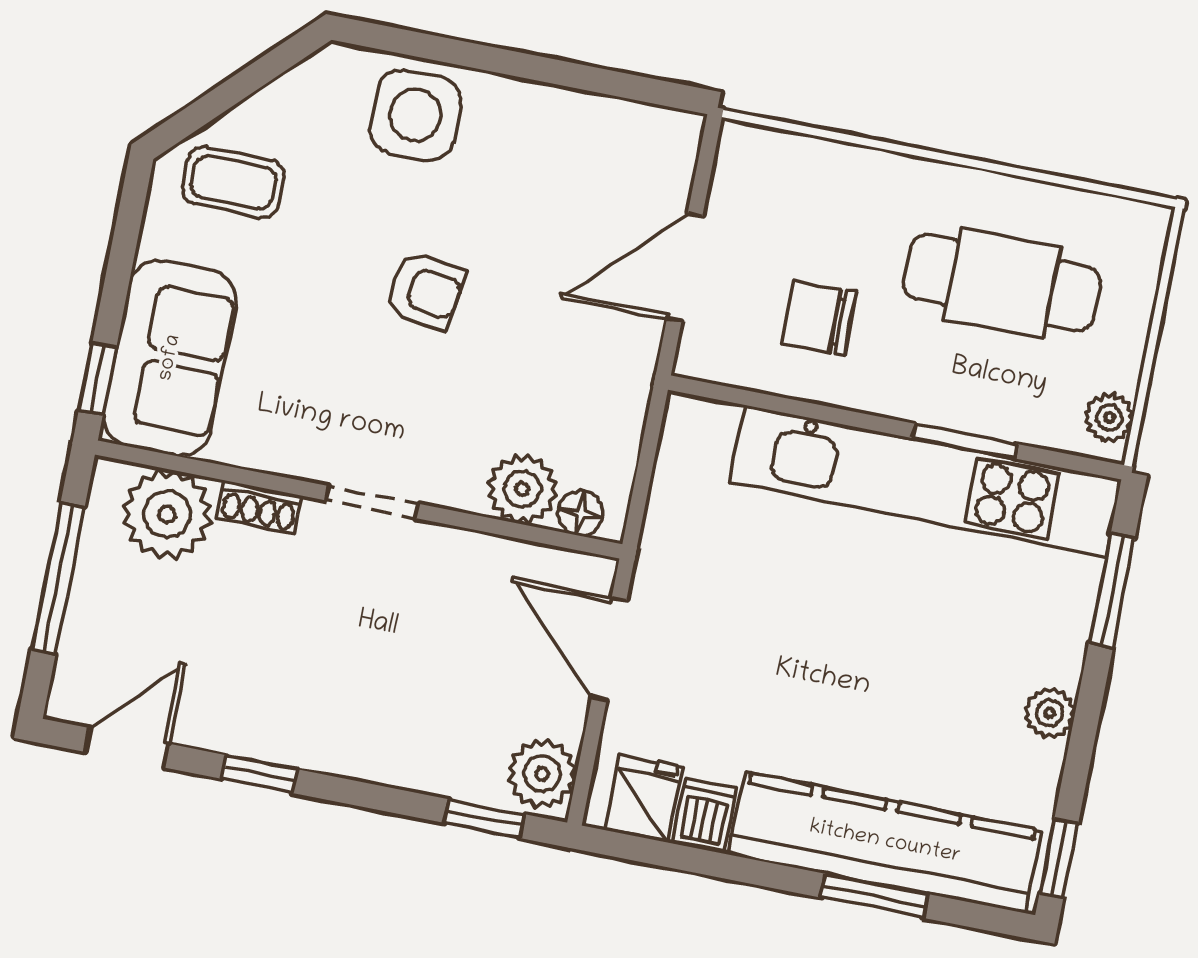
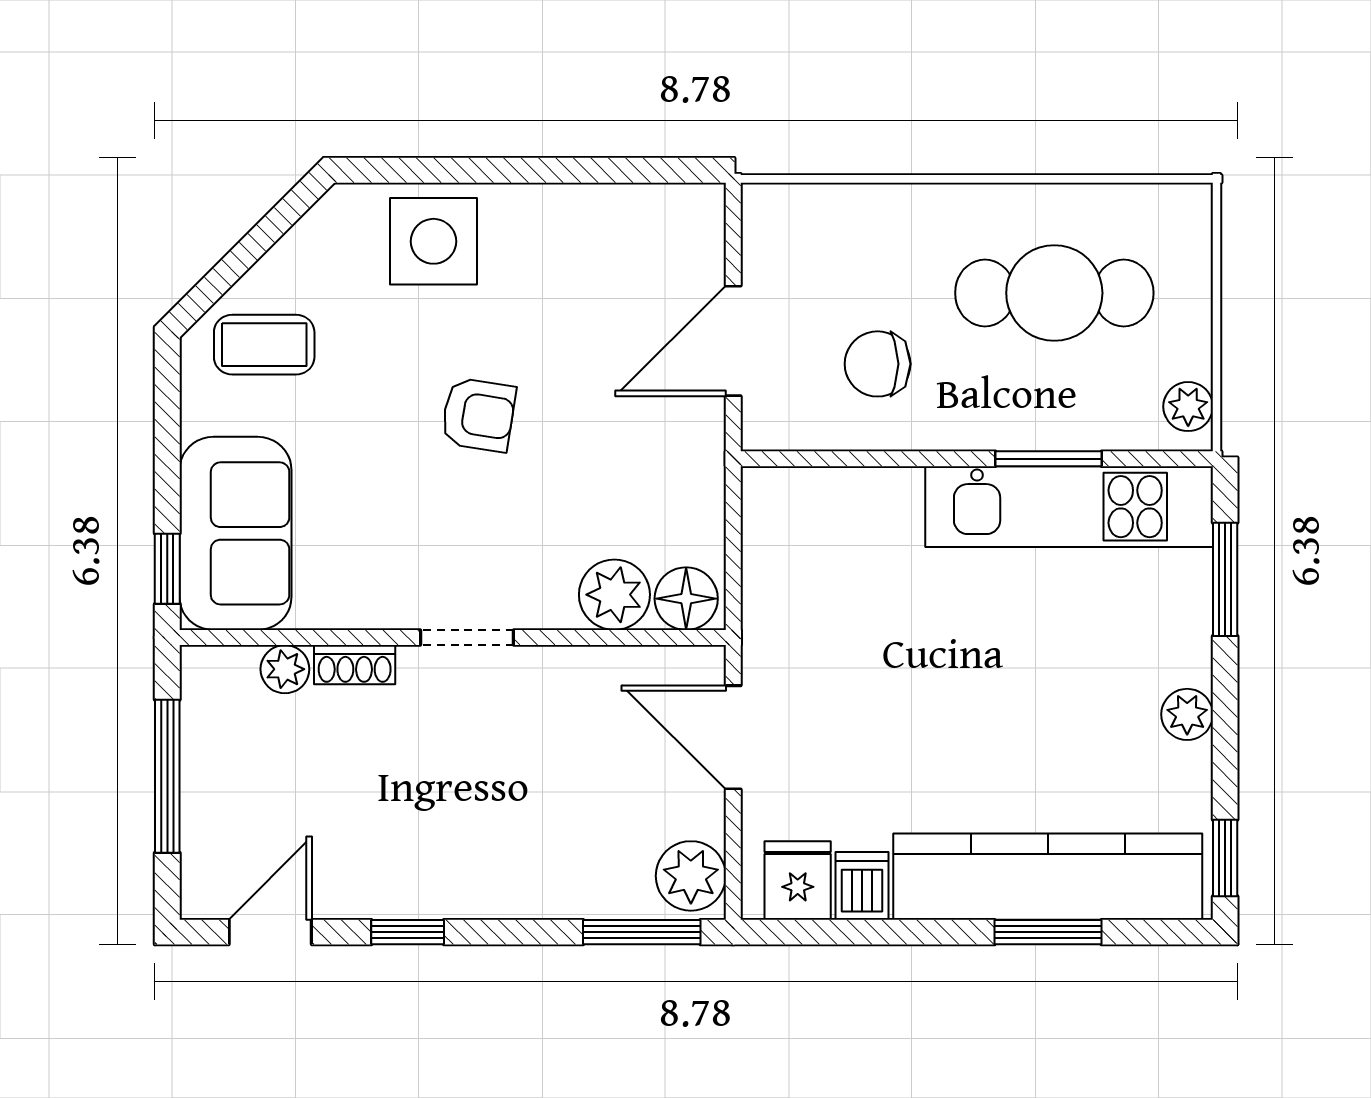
kitchen unit: (925, 481) -> (1069, 507), width x0.73
floor lamp: (581, 513) -> (686, 599), width x1.37, depth x1.37
plant: (167, 514) -> (285, 669), width x0.53, depth x0.53
window: (484, 819) -> (642, 932), width x1.50

